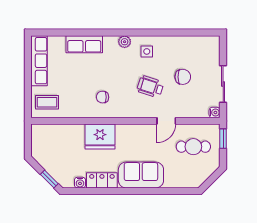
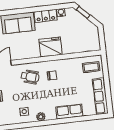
wheelchair: (150, 87) -> (30, 77), moved

